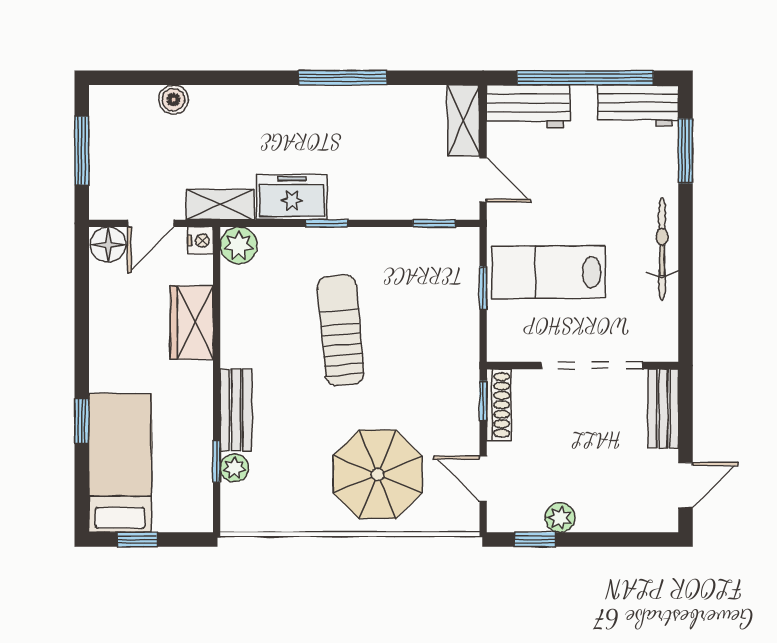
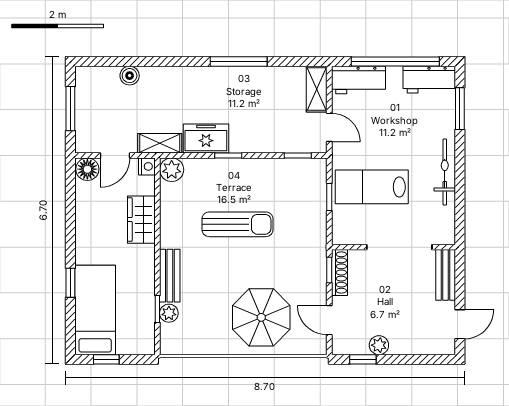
sun lounger: (341, 330) -> (237, 224), turned 95

